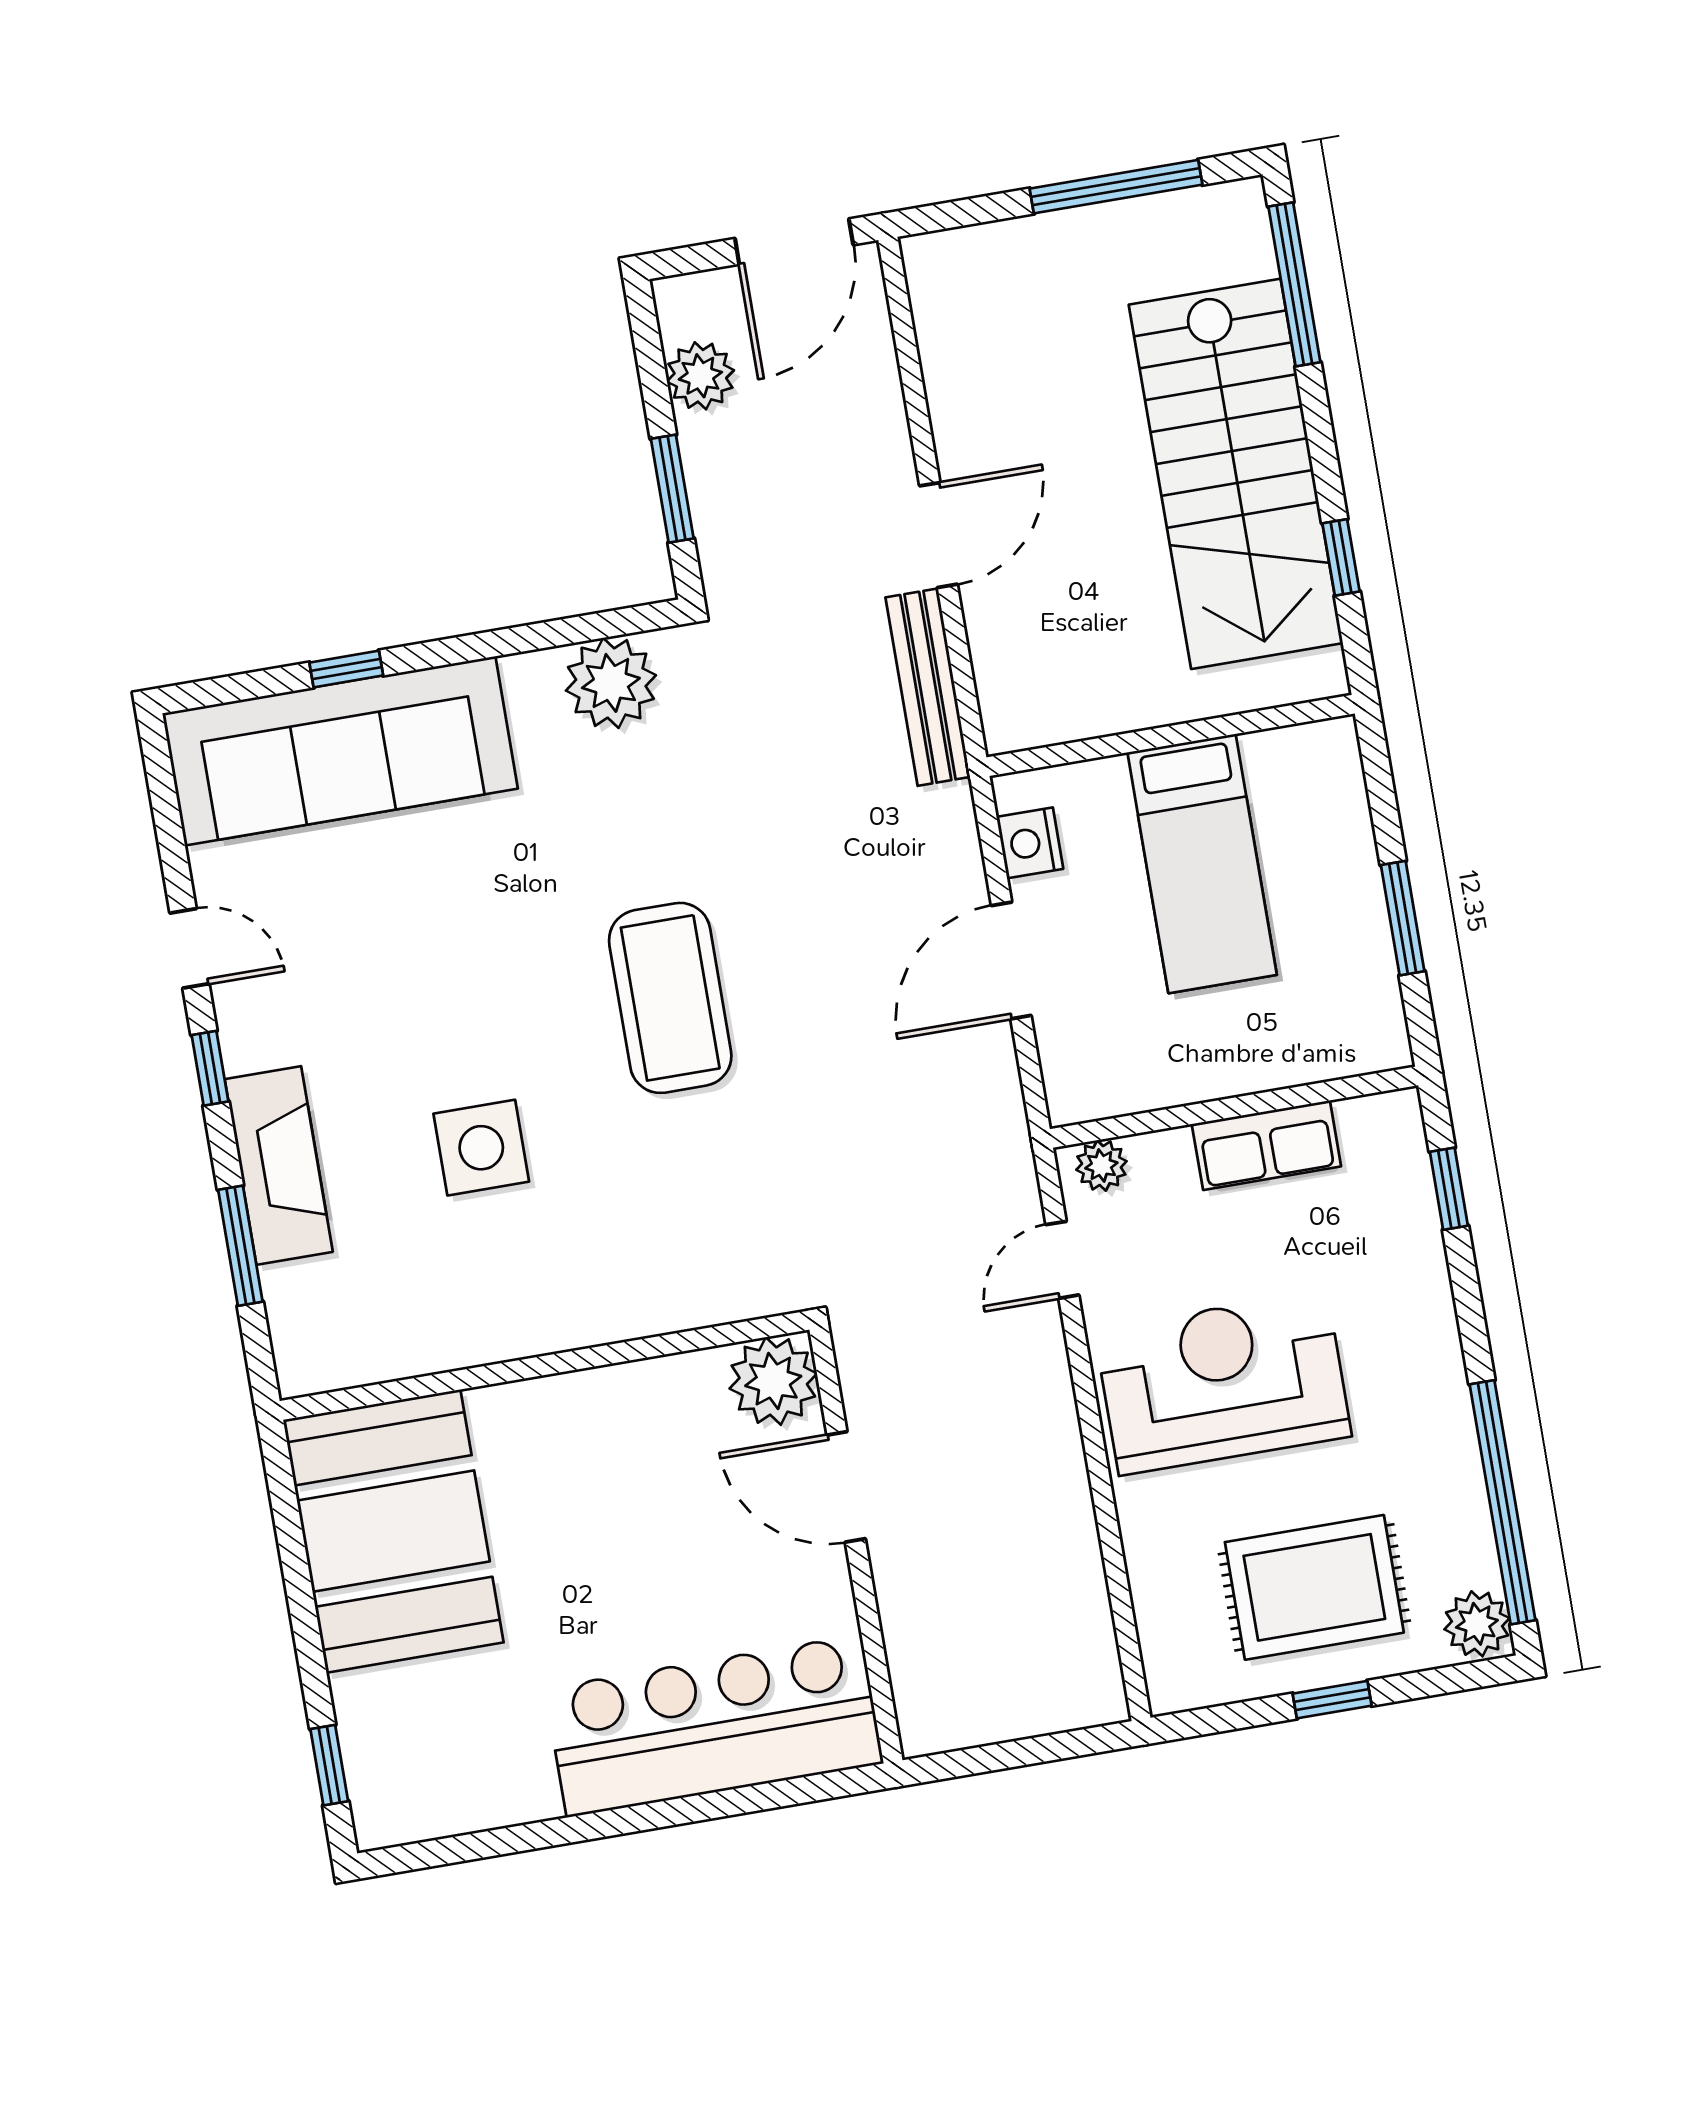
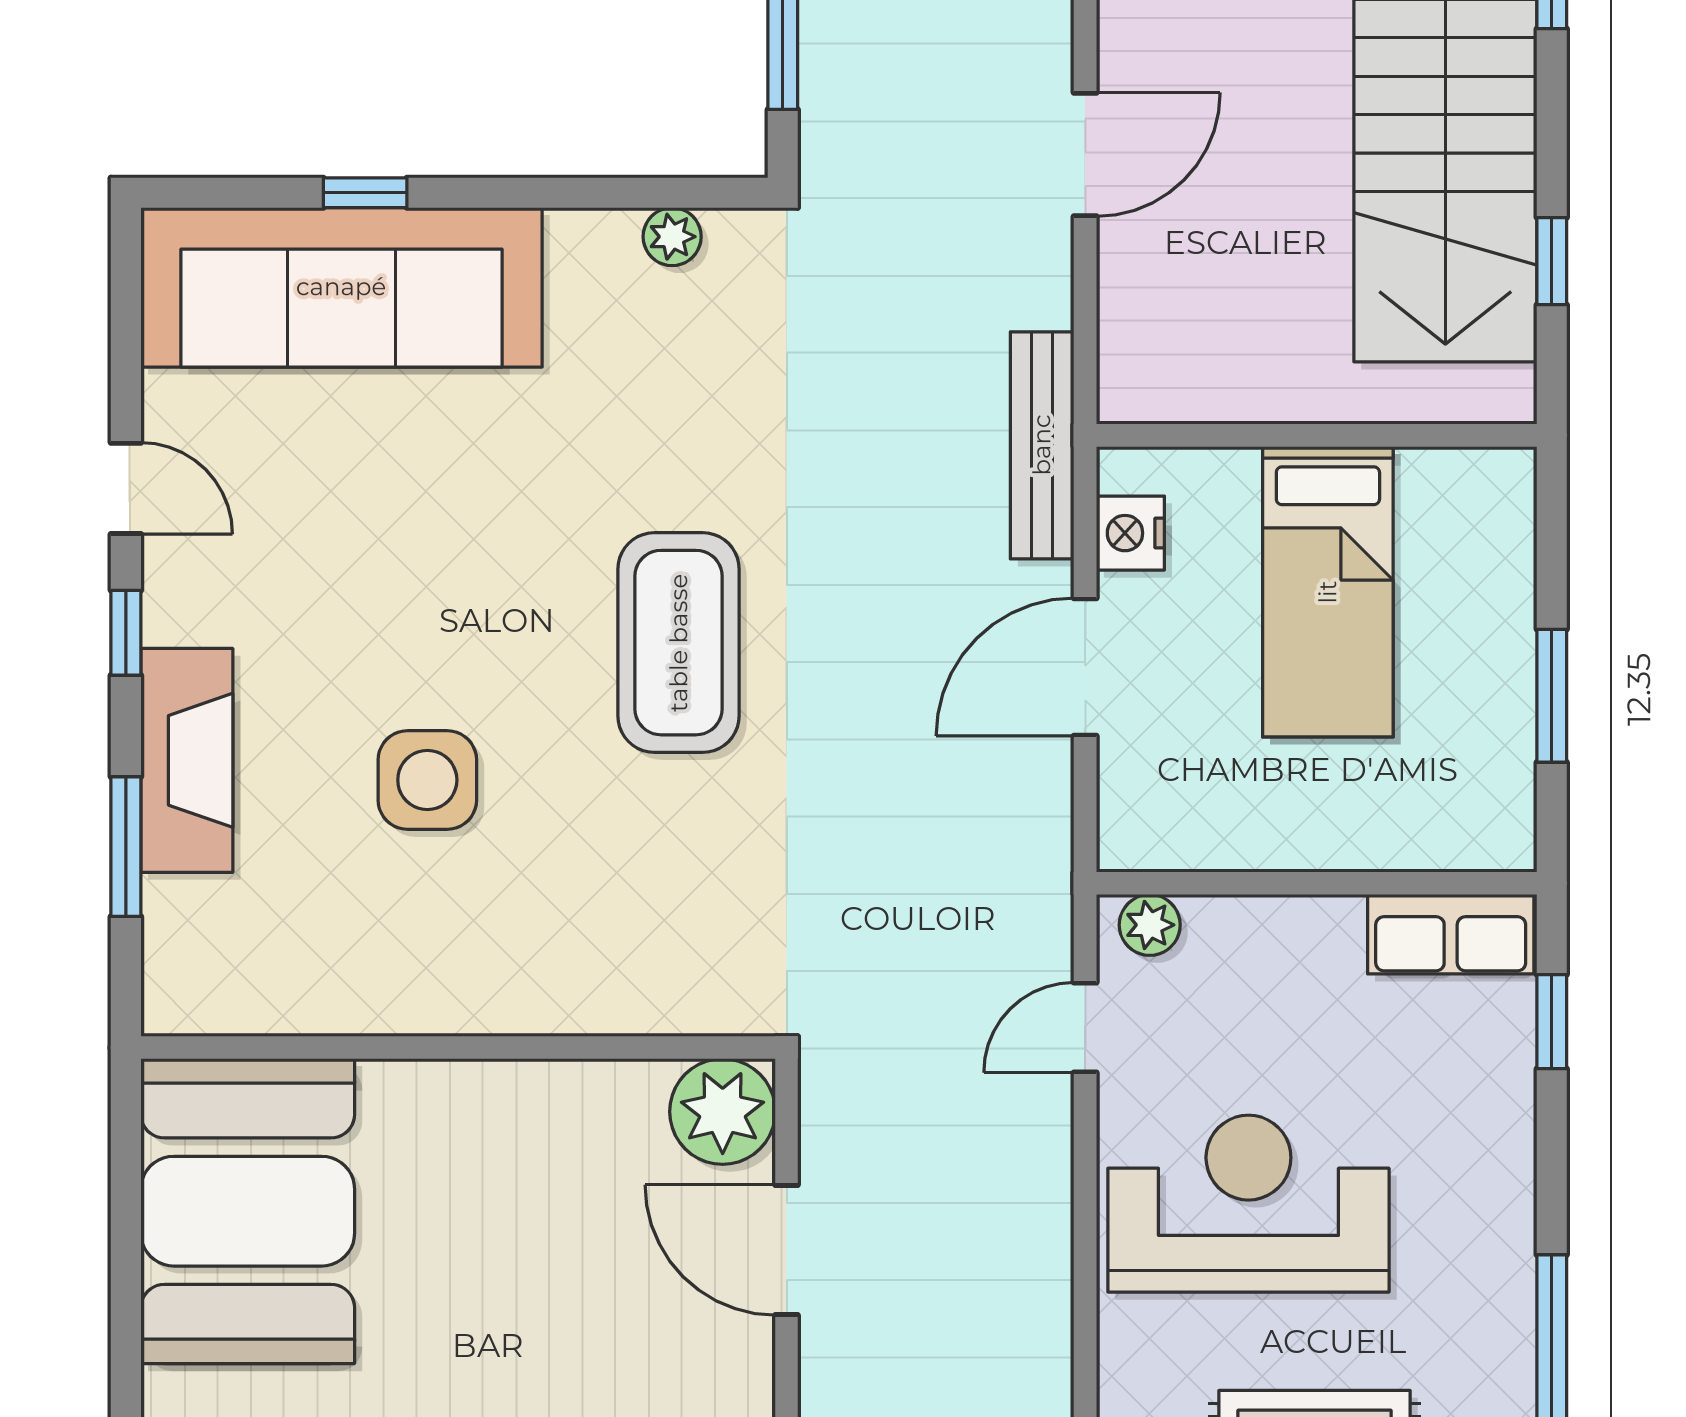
plant: (611, 683) -> (672, 237), width x0.53, depth x0.53
bench: (928, 687) -> (1042, 445), moved
row of seats: (1266, 1145) -> (1451, 934), moved

